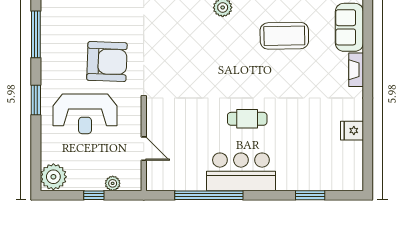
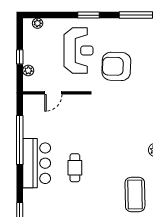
armchair: (107, 62) -> (116, 66), turned 90
reception desk: (85, 114) -> (79, 51), turned 180
plant: (53, 177) -> (38, 23), width x0.53, depth x0.53

